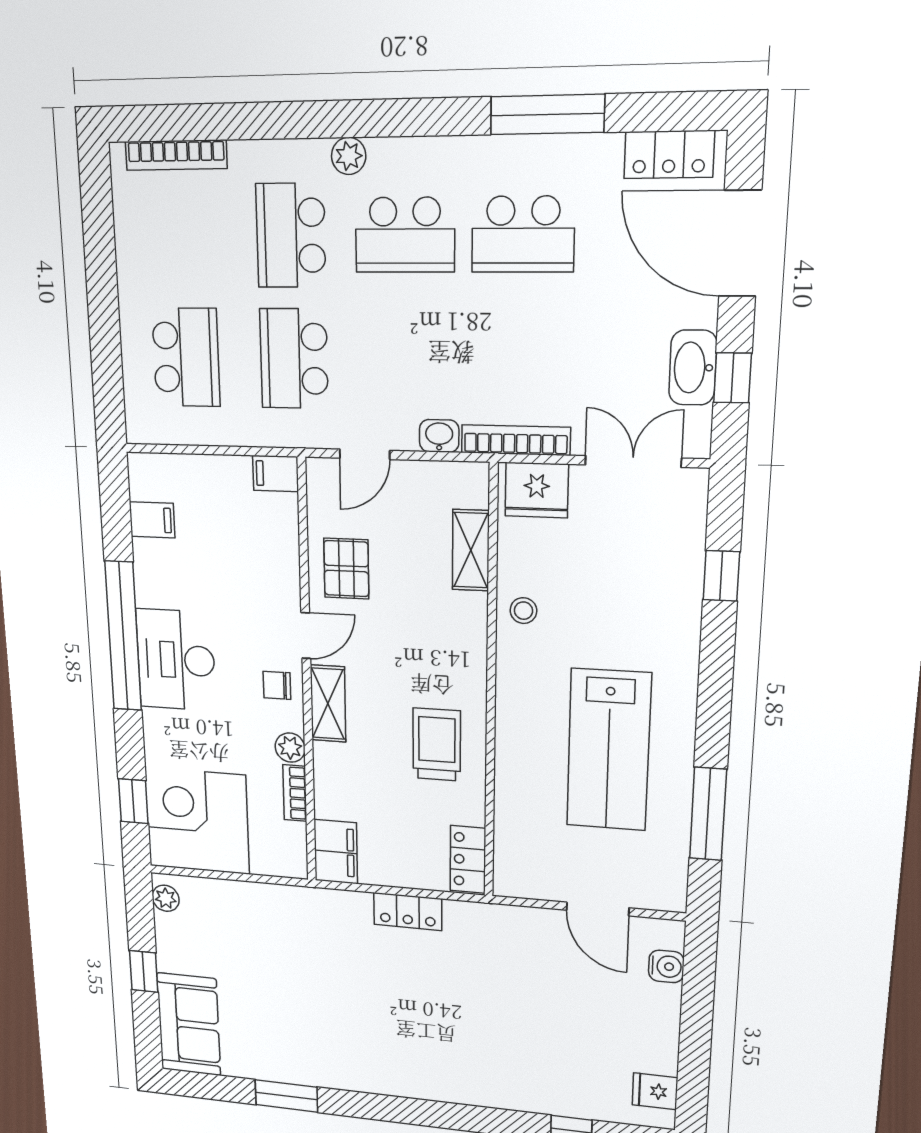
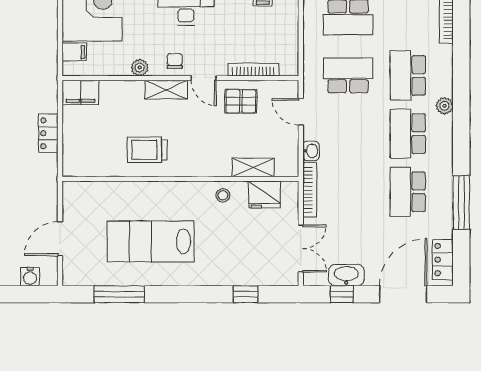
school desk: (291, 235) -> (408, 75), turned -90
filing cabinet: (276, 474) -> (74, 52), moved, turned 90
fridge: (537, 490) -> (265, 195), moved, turned -90
trolley: (437, 745) -> (147, 150), turned 180
bookcase: (295, 793) -> (253, 70), moved, width x1.56
locker: (468, 860) -> (82, 167), removed

